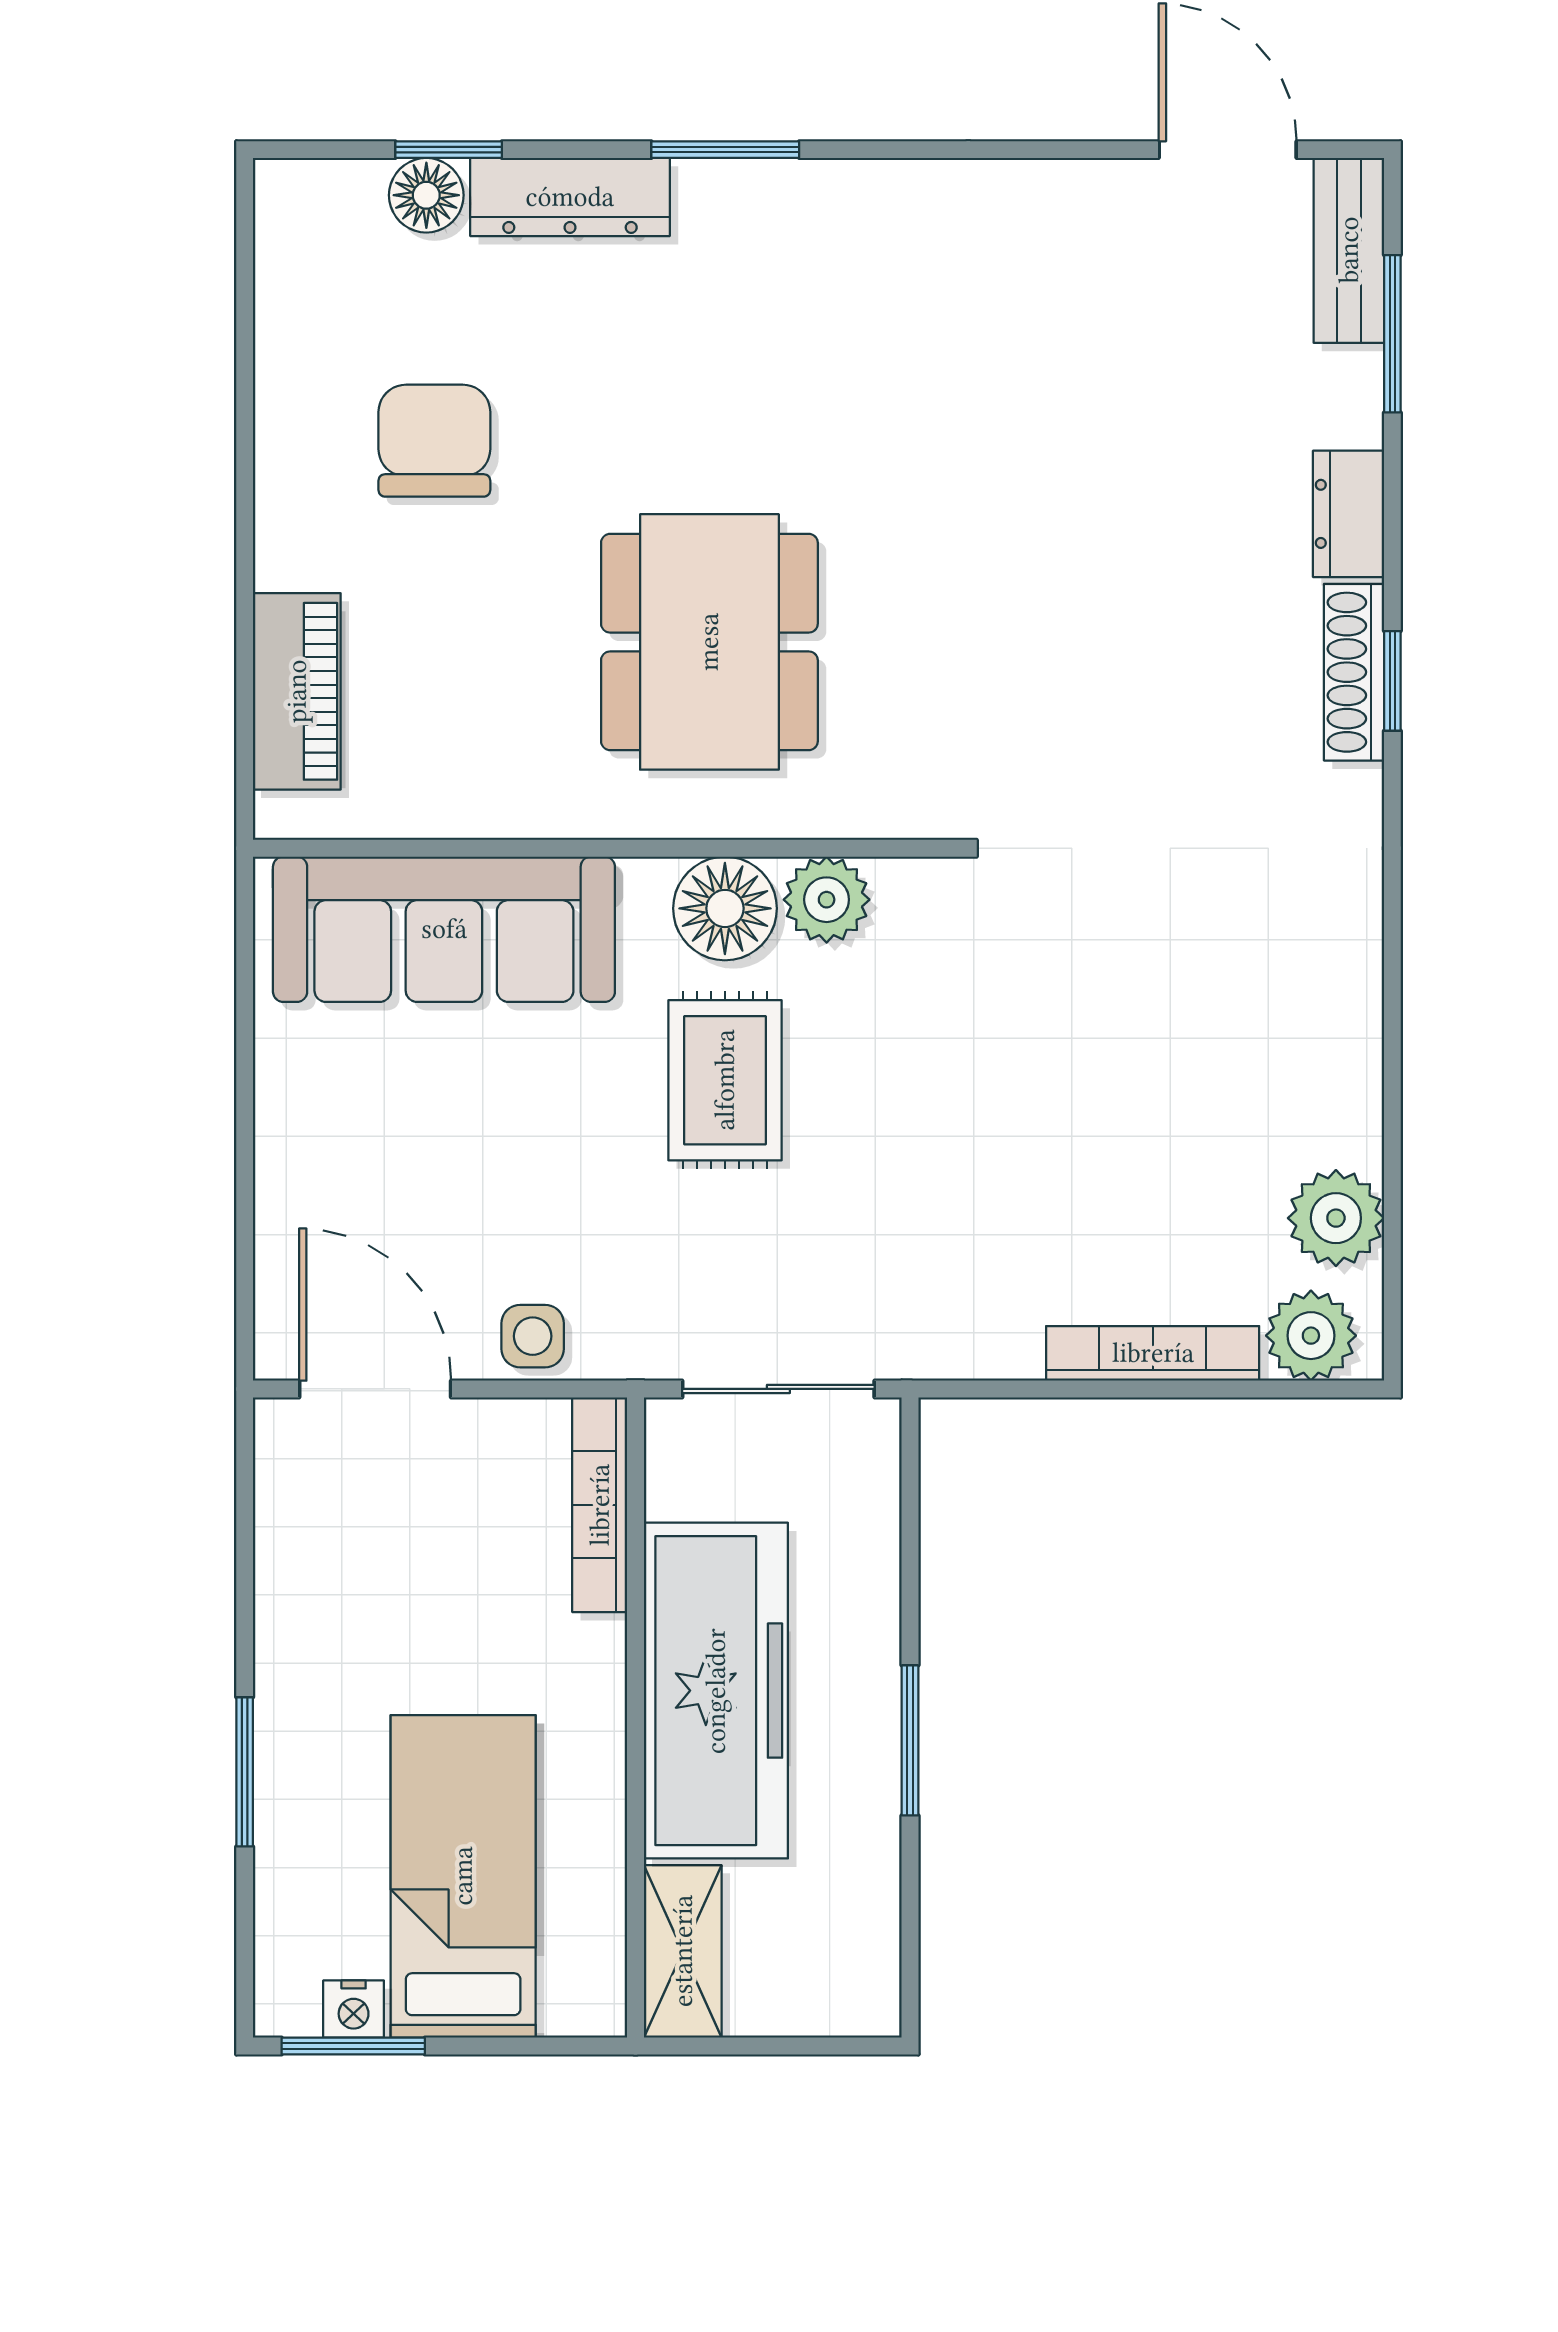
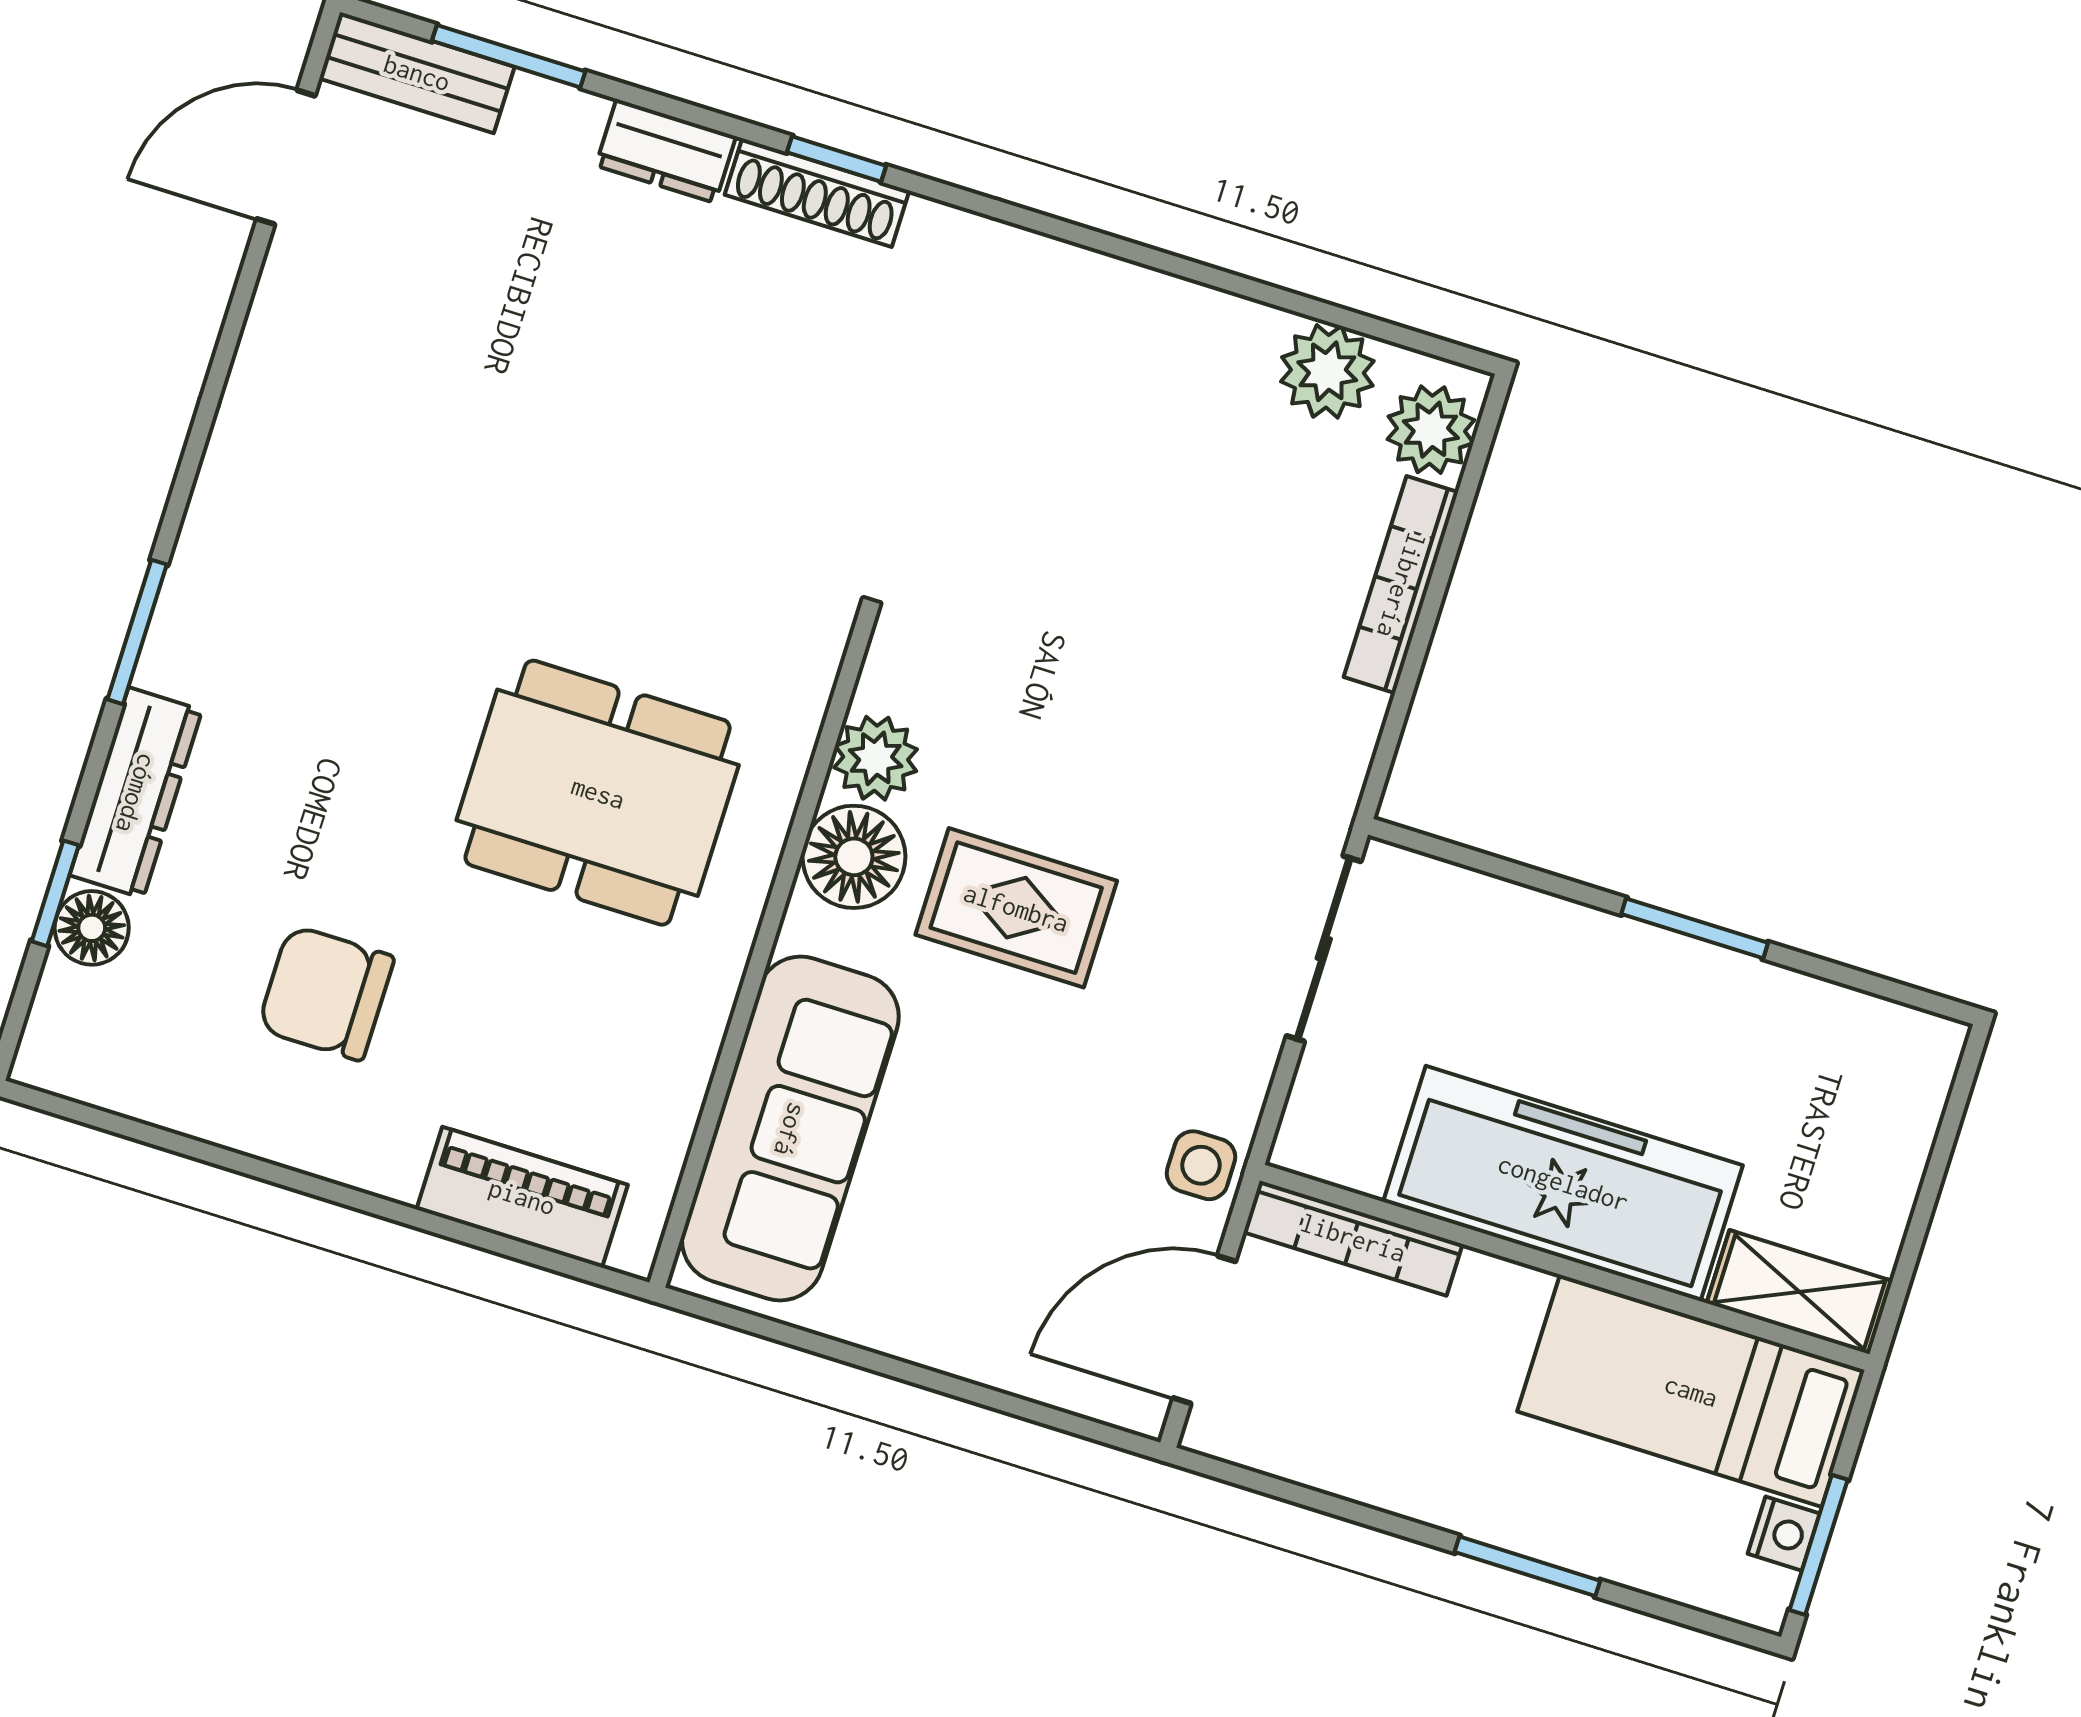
bookcase: (600, 1505) -> (1353, 1238), moved
freezer: (716, 1691) -> (1563, 1183), moved
wall: (636, 1718) -> (1565, 1267), moved
shelving: (683, 1951) -> (1800, 1292), moved

